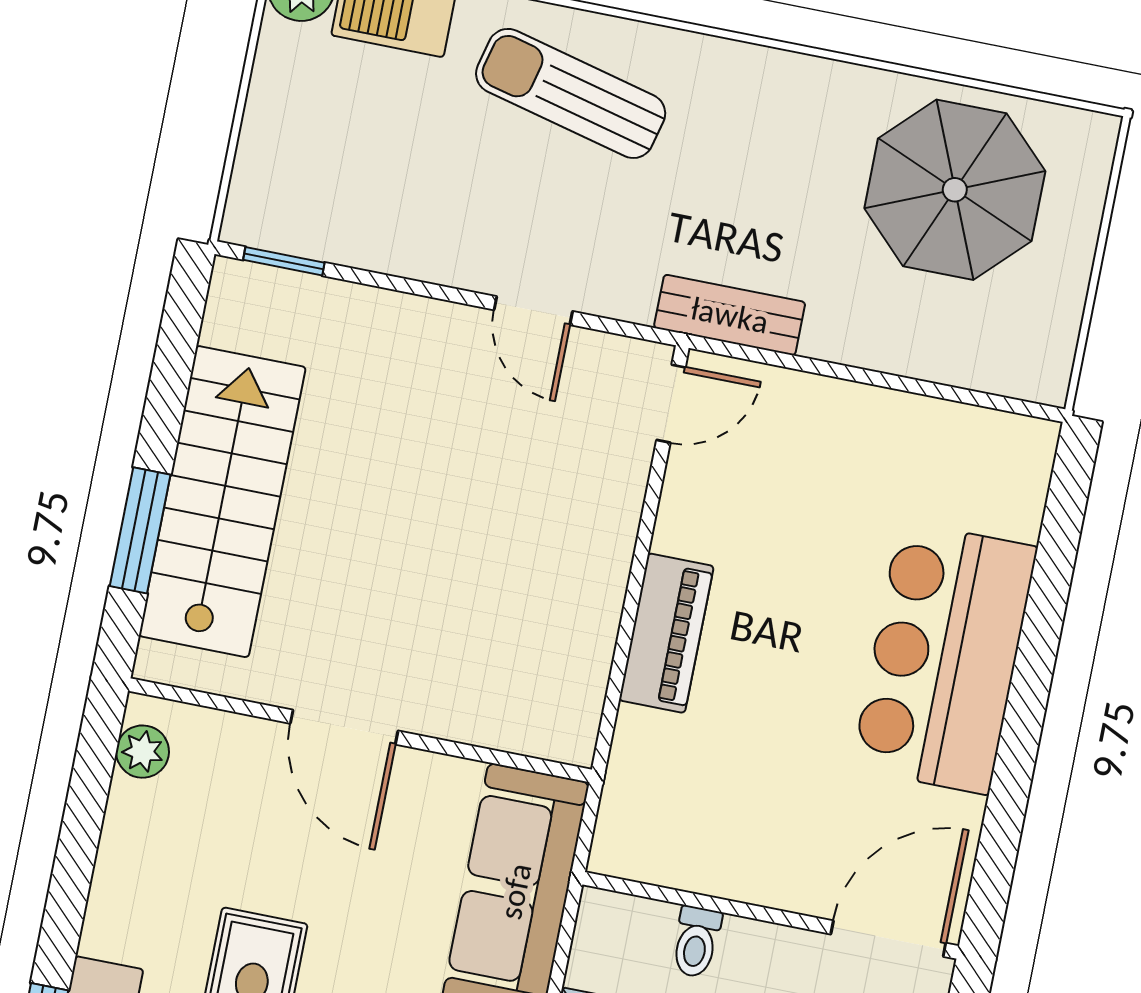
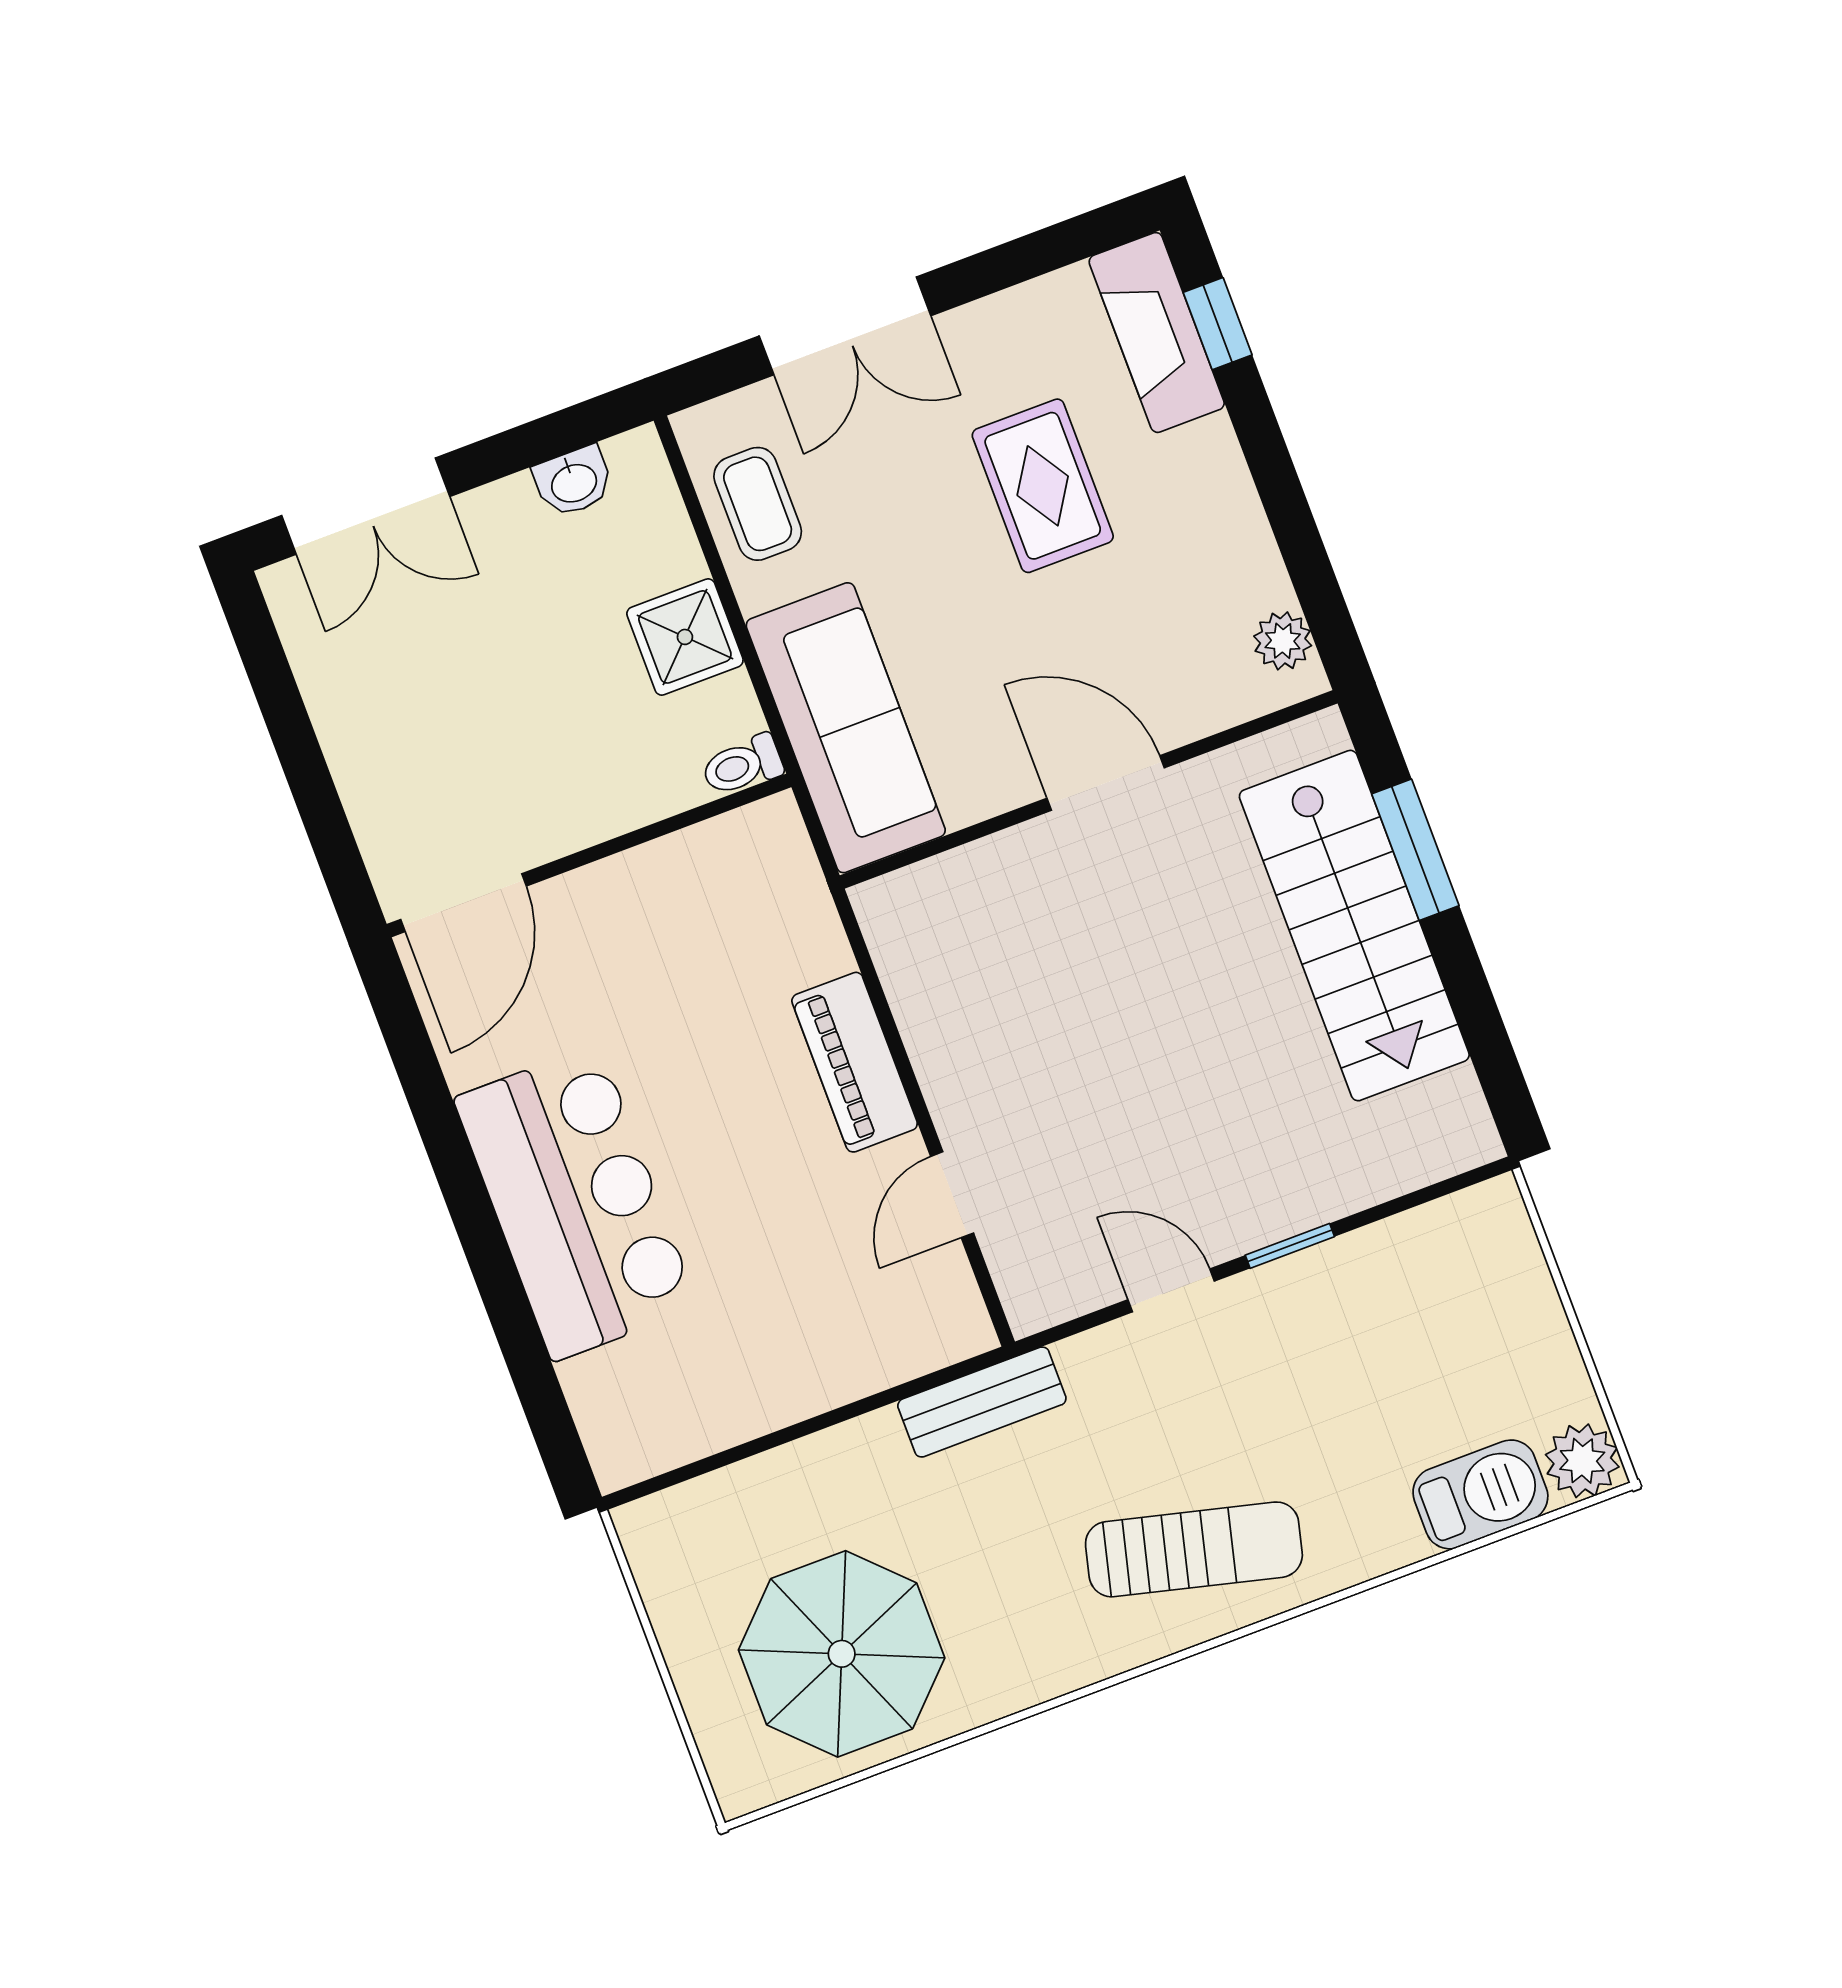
sun lounger: (571, 93) -> (1194, 1549), moved
window: (284, 261) -> (1290, 1246), moved
door: (671, 404) -> (952, 1195), moved
toilet: (696, 942) -> (742, 765), moved, turned -90

